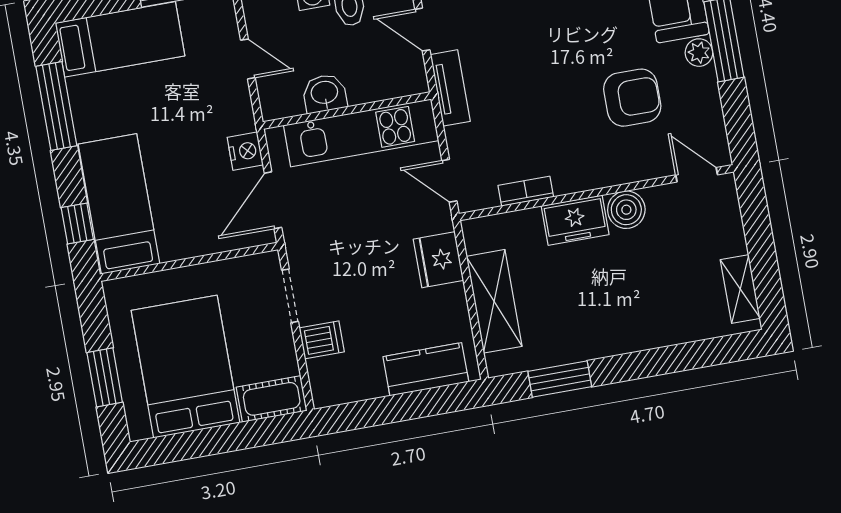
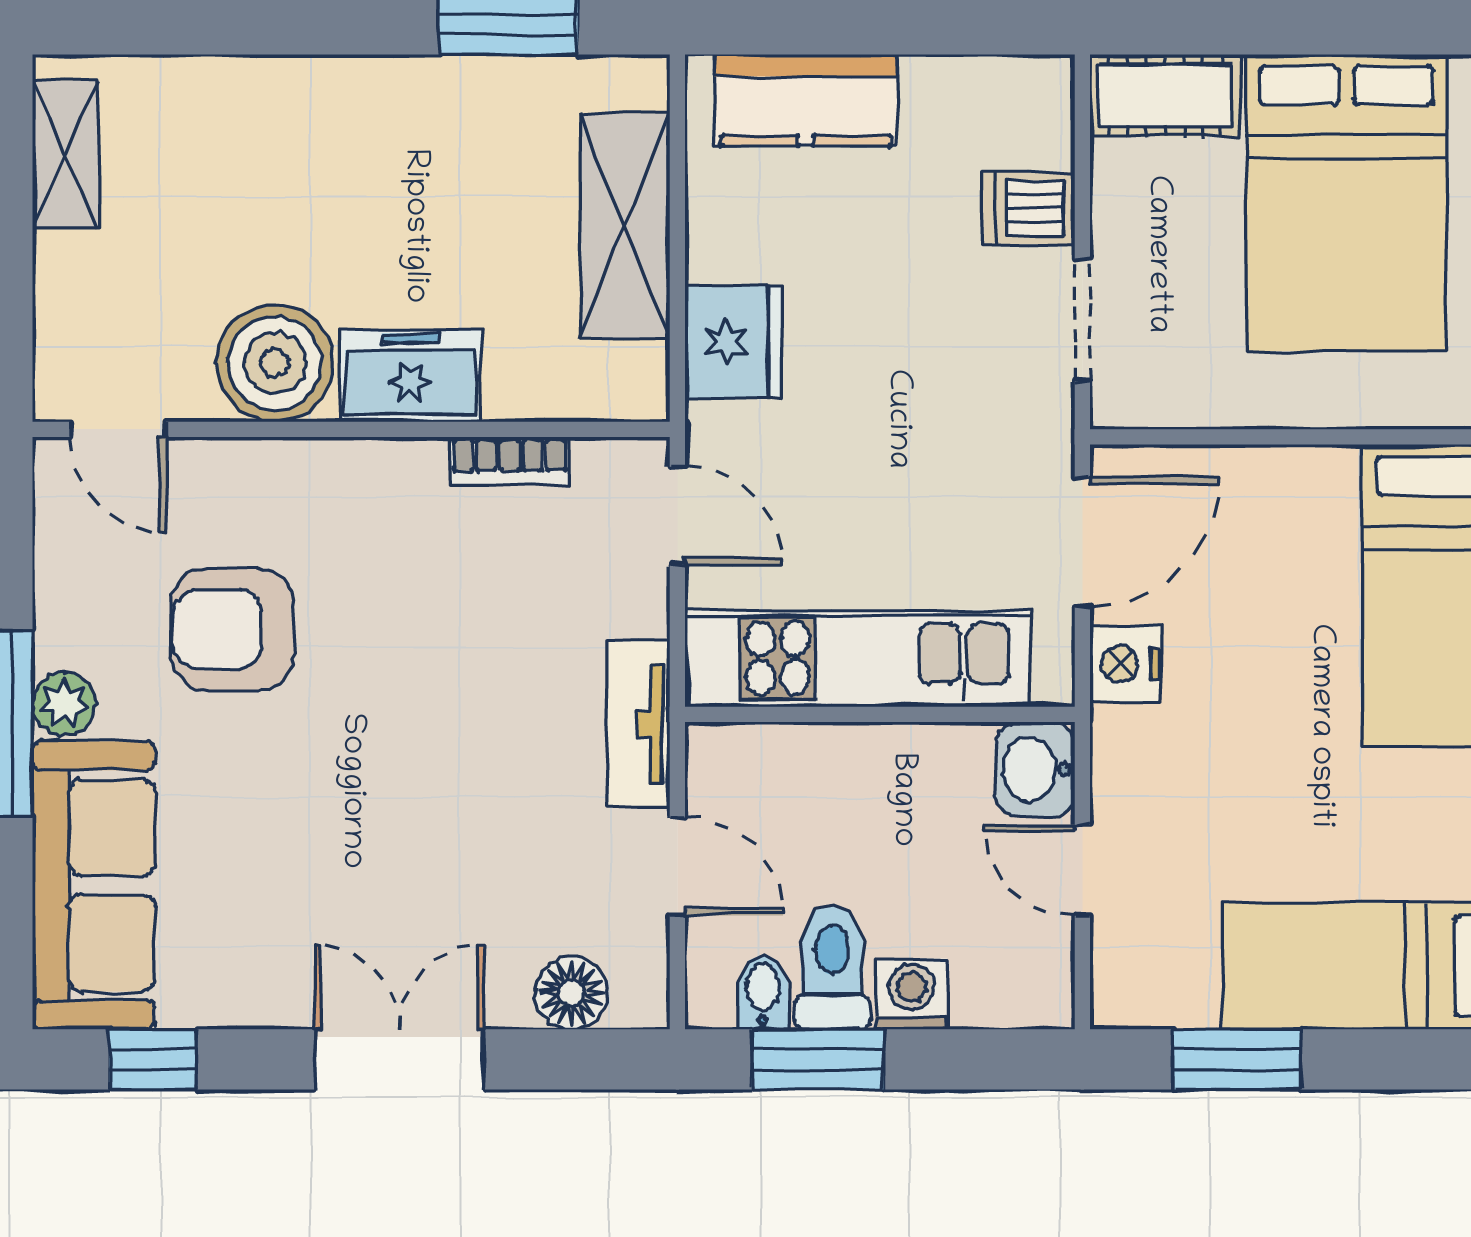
washbasin: (325, 93) -> (1035, 769), moved, turned 90
boiler: (626, 210) -> (275, 363), width x1.37, depth x1.37

